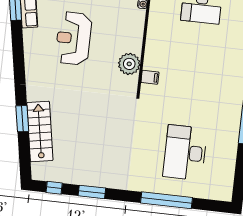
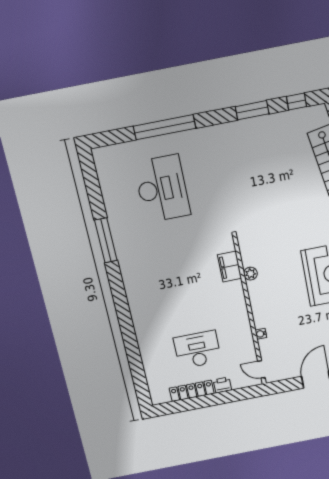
plant: (129, 64) -> (251, 274), width x0.53, depth x0.53
filing cabinet: (150, 77) -> (230, 267), width x2.00

